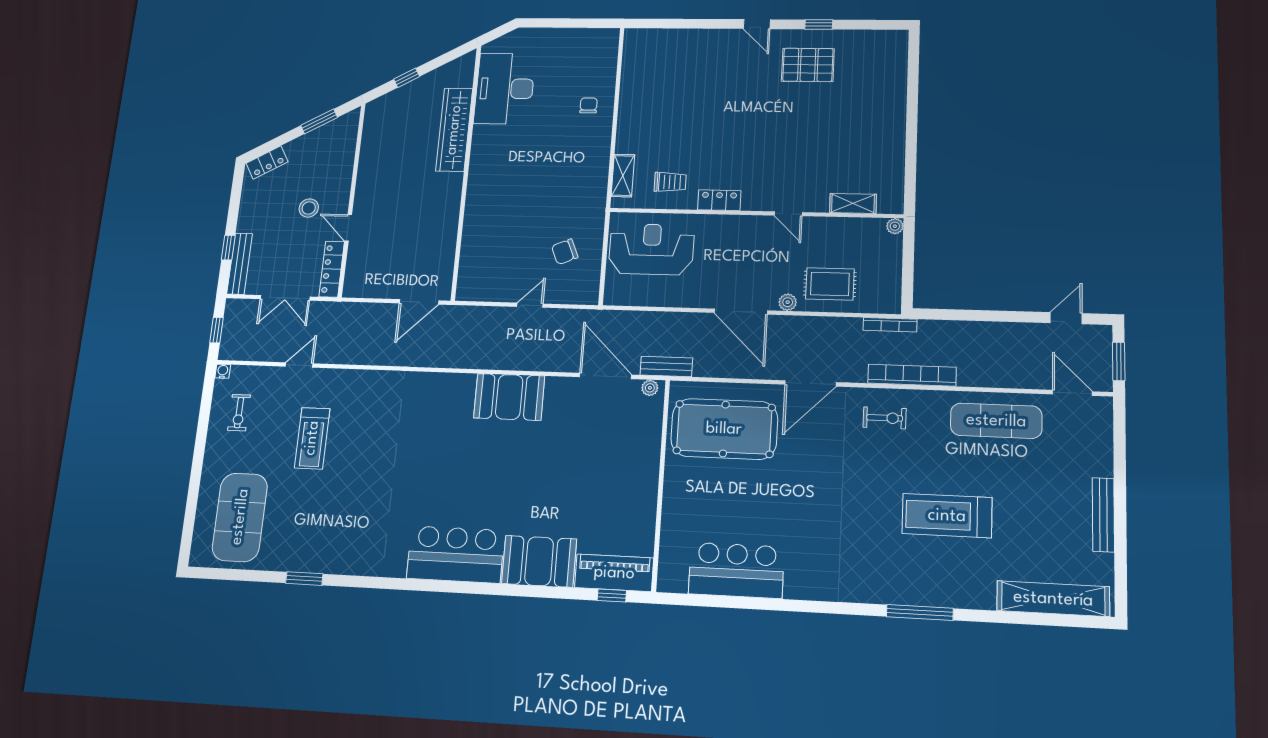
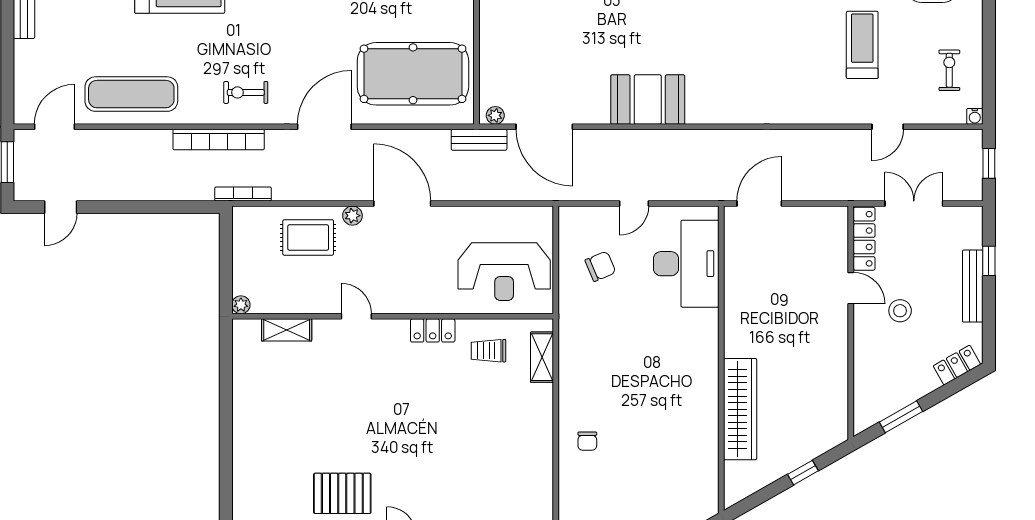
desk: (505, 89) -> (686, 264), moved
bench: (240, 264) -> (973, 286), moved
door: (1072, 393) -> (54, 127), swing flipped

